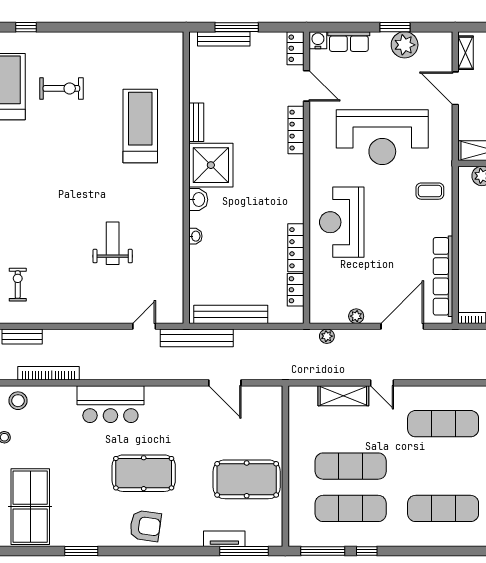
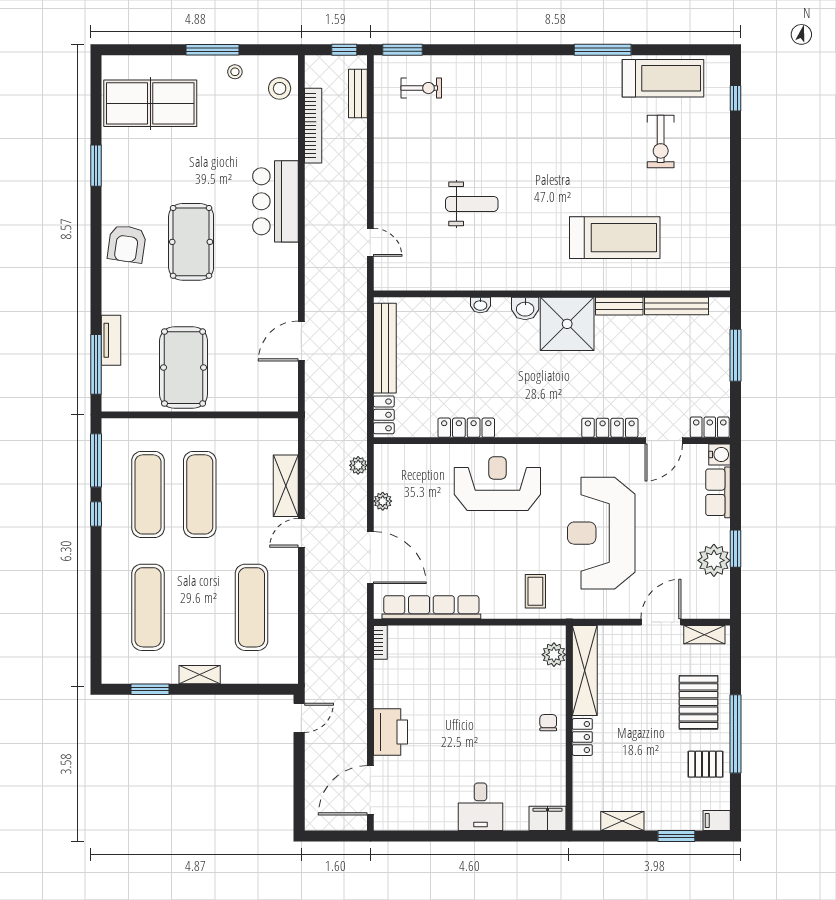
bench: (224, 39) -> (677, 306), moved, turned 90
locker: (296, 290) -> (384, 415), moved, turned 90
bench: (197, 338) -> (356, 307), removed

